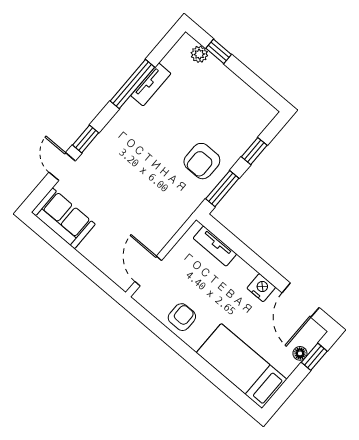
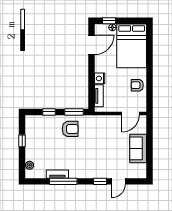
window: (219, 51) -> (22, 141), moved
sofa: (63, 218) -> (138, 148), moved
nightstand: (261, 288) -> (100, 78), moved
bed: (242, 366) -> (132, 46), width x1.50

